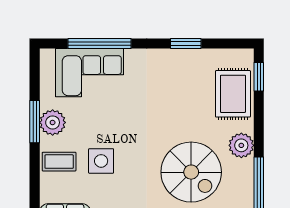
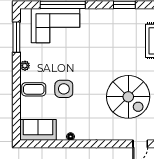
window: (35, 122) -> (16, 37), moved
plant: (53, 122) -> (25, 66), width x0.53, depth x0.53

